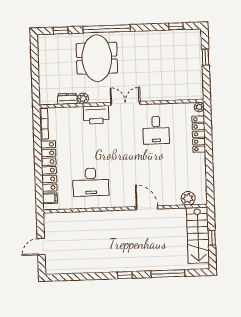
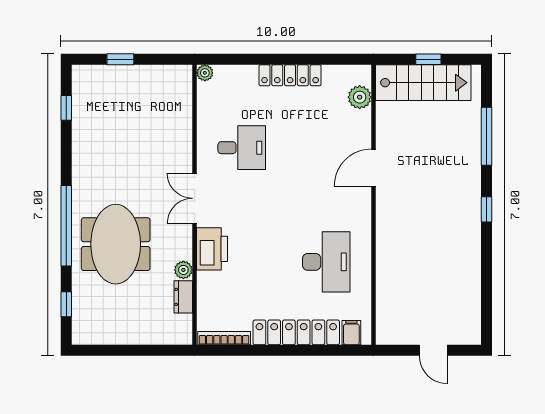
meeting table: (97, 58) -> (116, 244), turned 90
locker: (199, 134) -> (290, 75), moved

